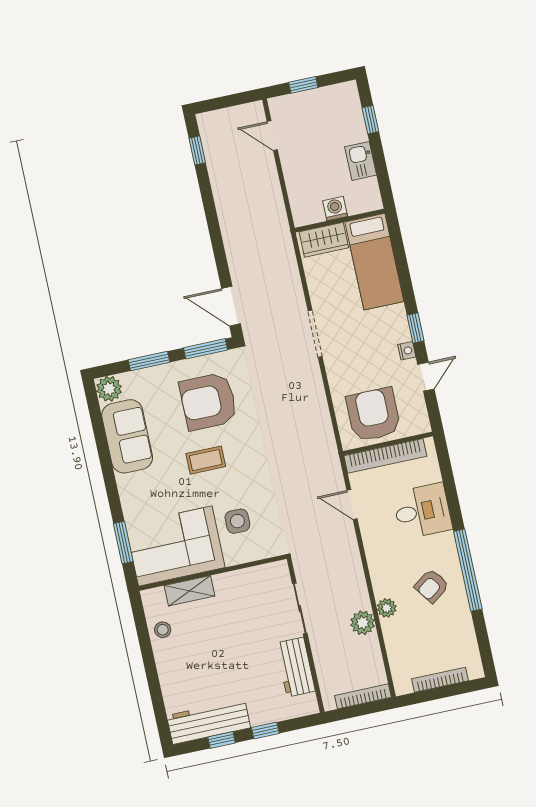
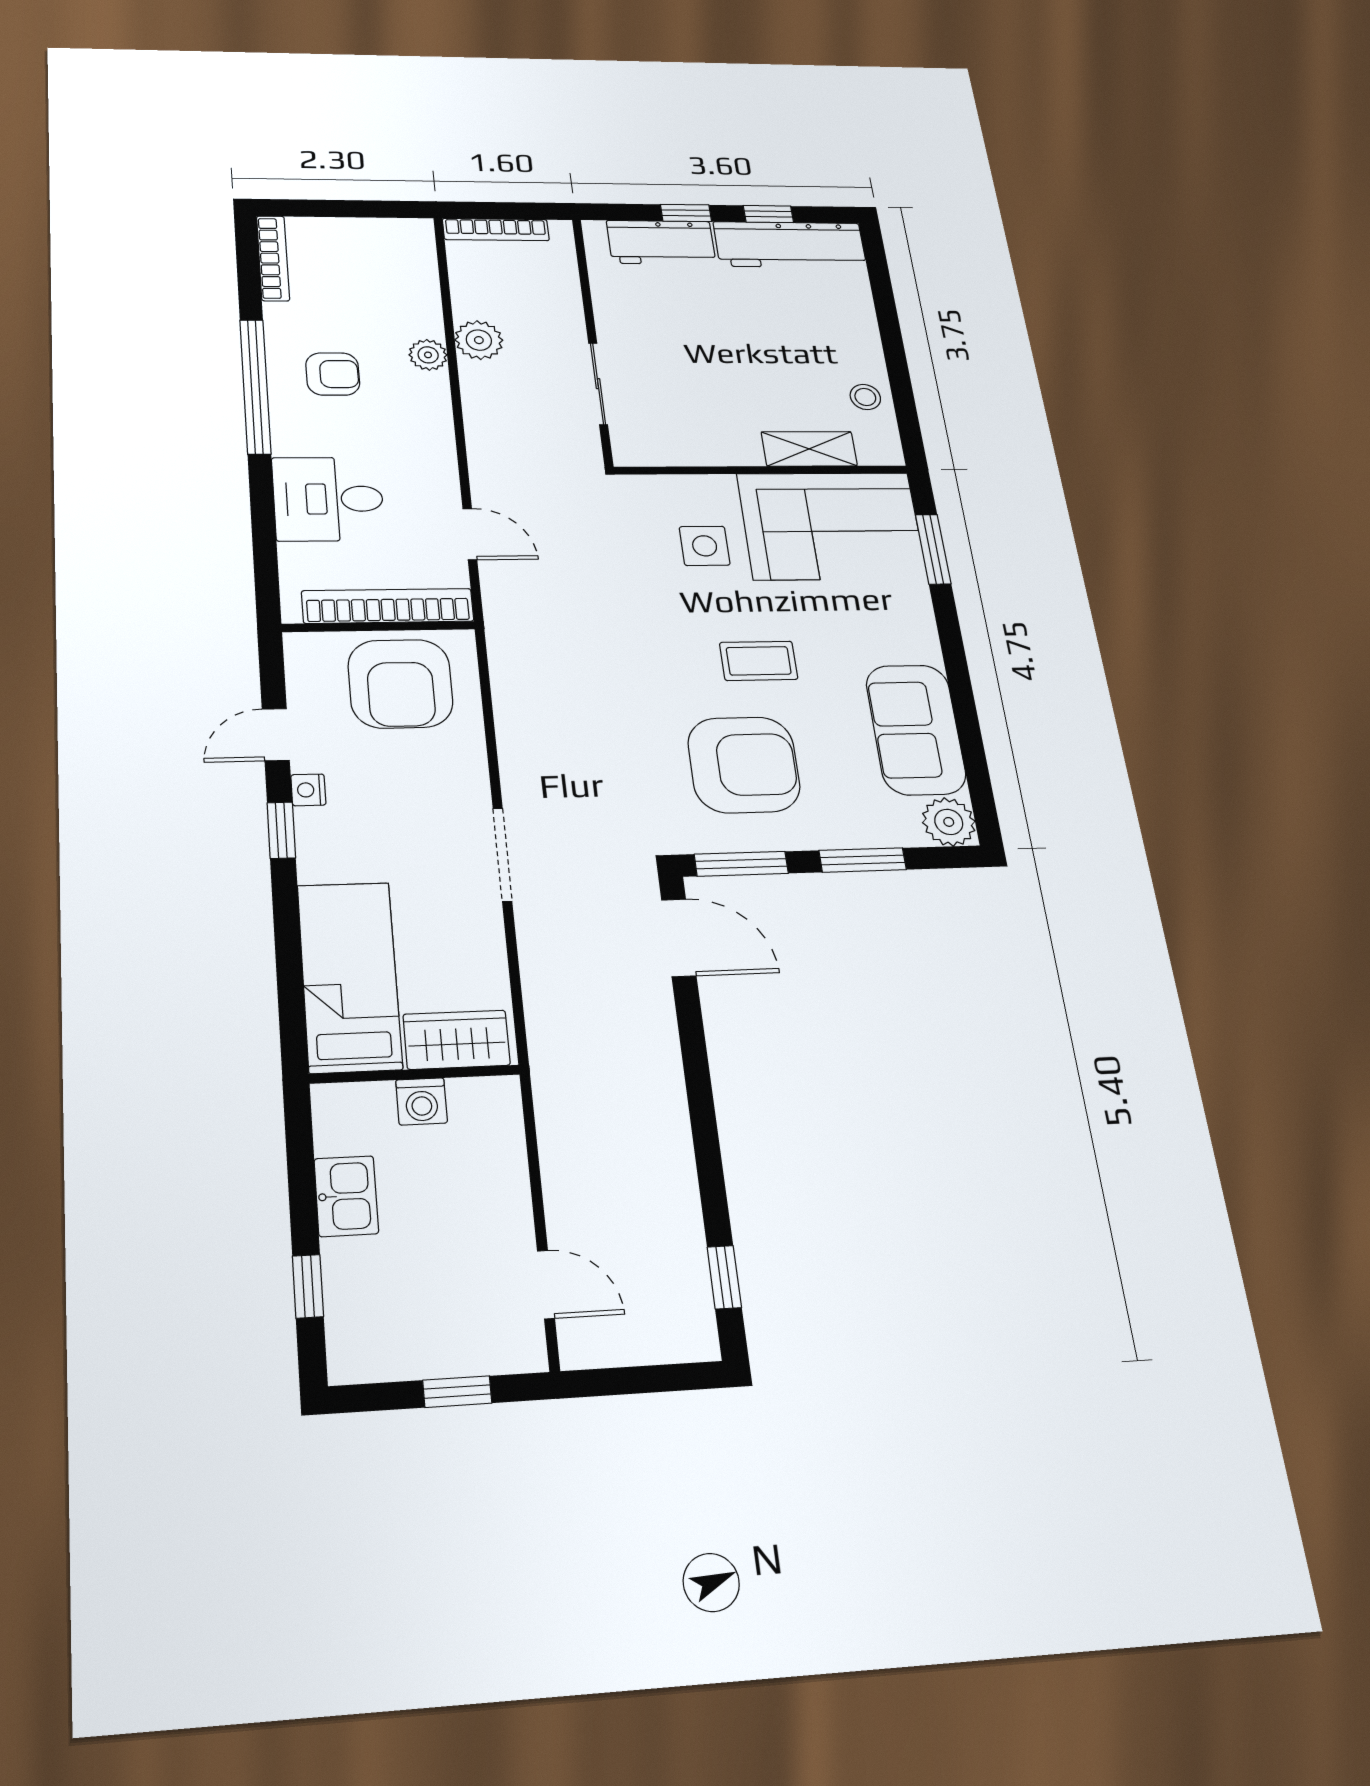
armchair: (432, 586) -> (333, 374), turned 36
workbench: (295, 667) -> (661, 242), moved, turned 90
bookcase: (440, 680) -> (273, 258), moved, turned -90

